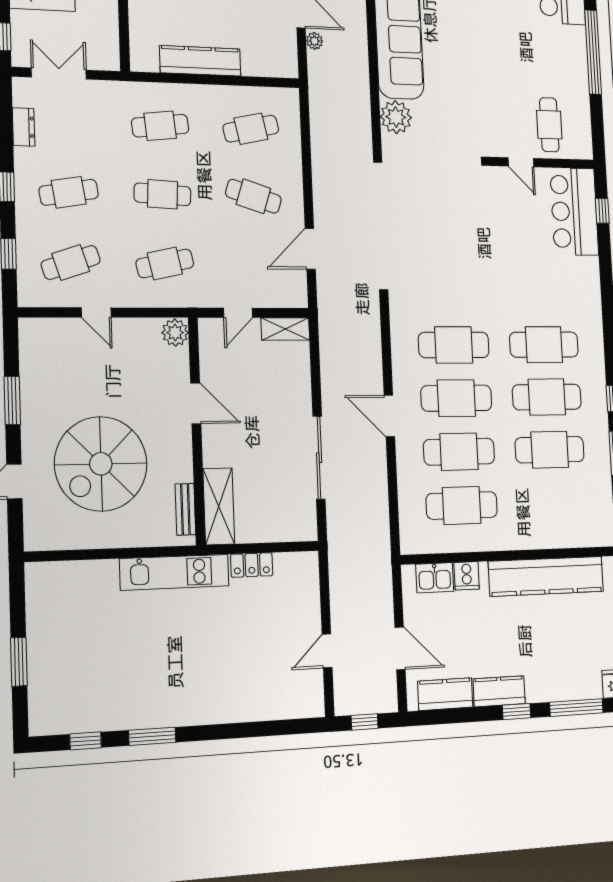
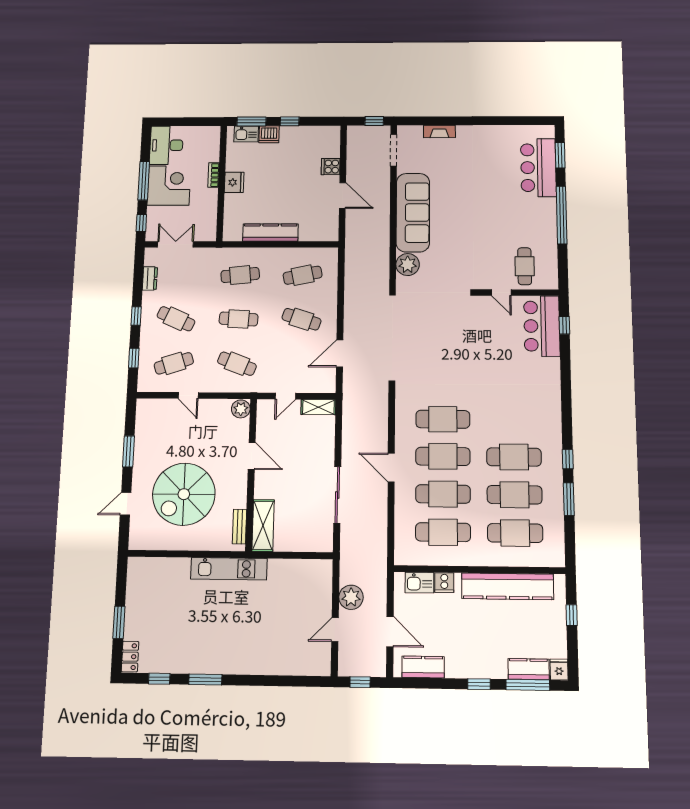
plant: (314, 41) -> (351, 597), moved, width x1.88, depth x1.88
cafe table: (69, 192) -> (176, 319), turned 33
cafe table: (165, 263) -> (237, 364), turned 33
cafe table: (544, 345) -> (515, 533), moved
locker: (252, 565) -> (130, 657), moved, turned -90
kitchen counter: (499, 691) -> (529, 669), moved

